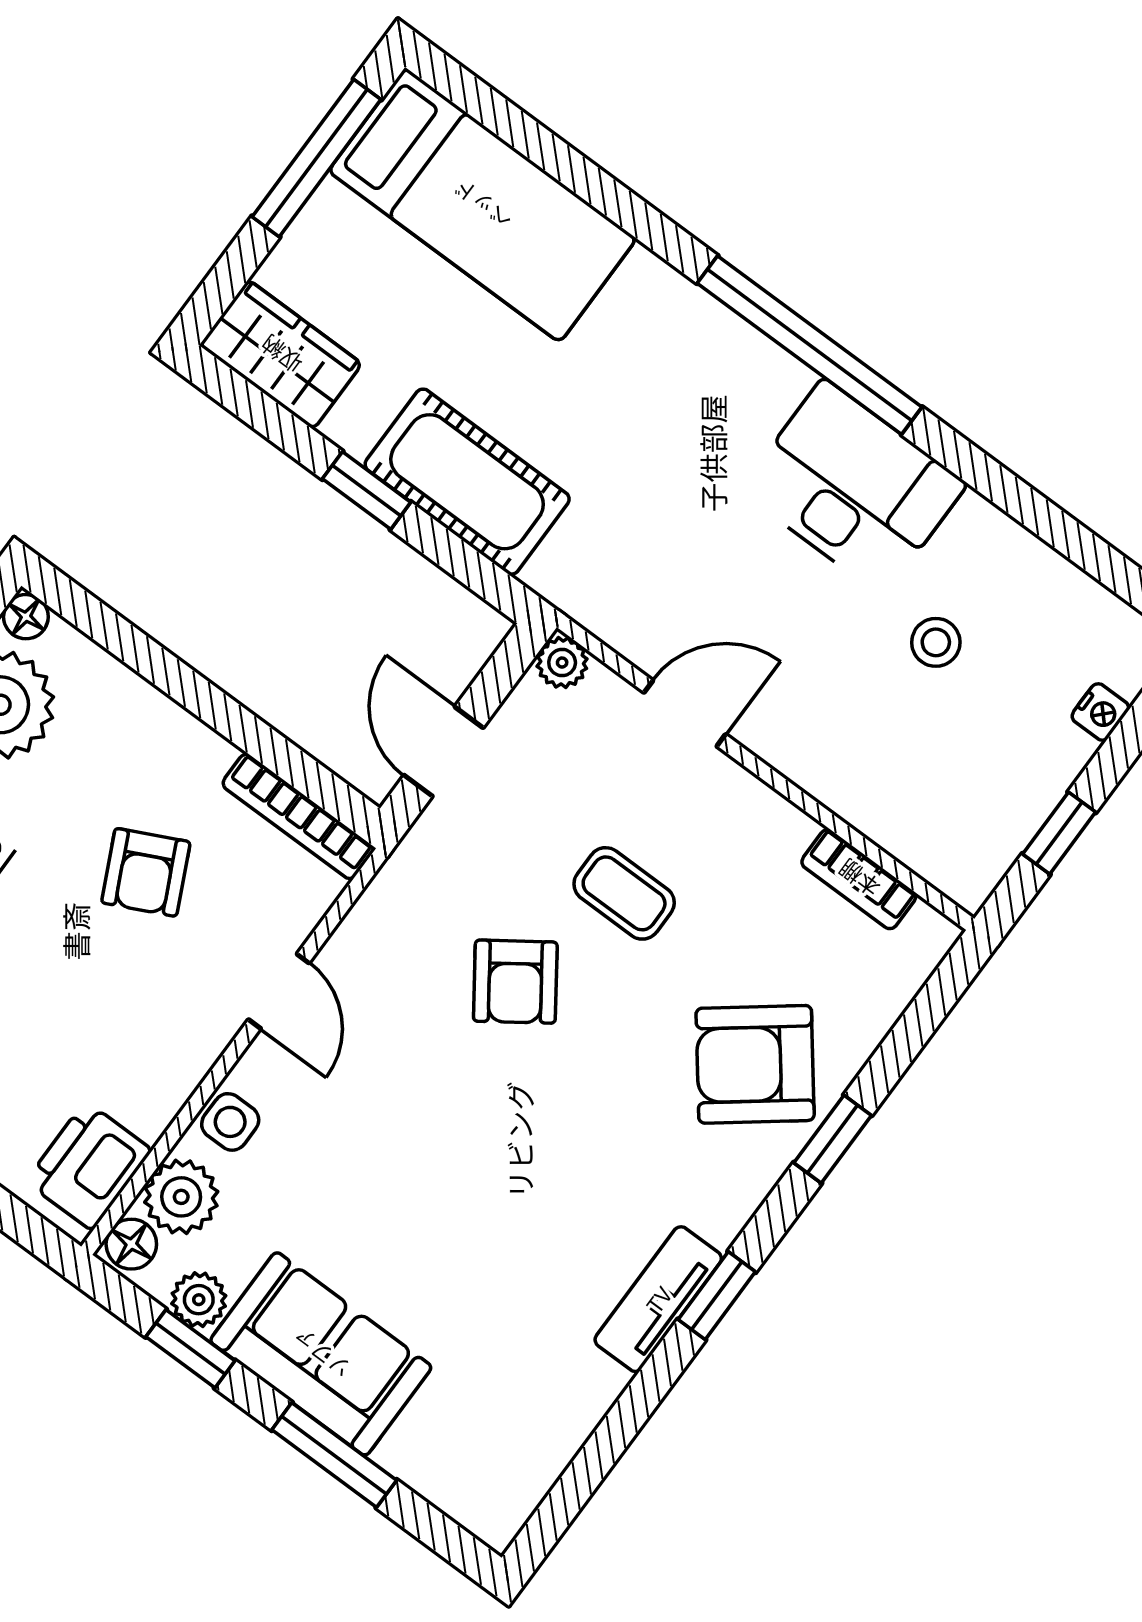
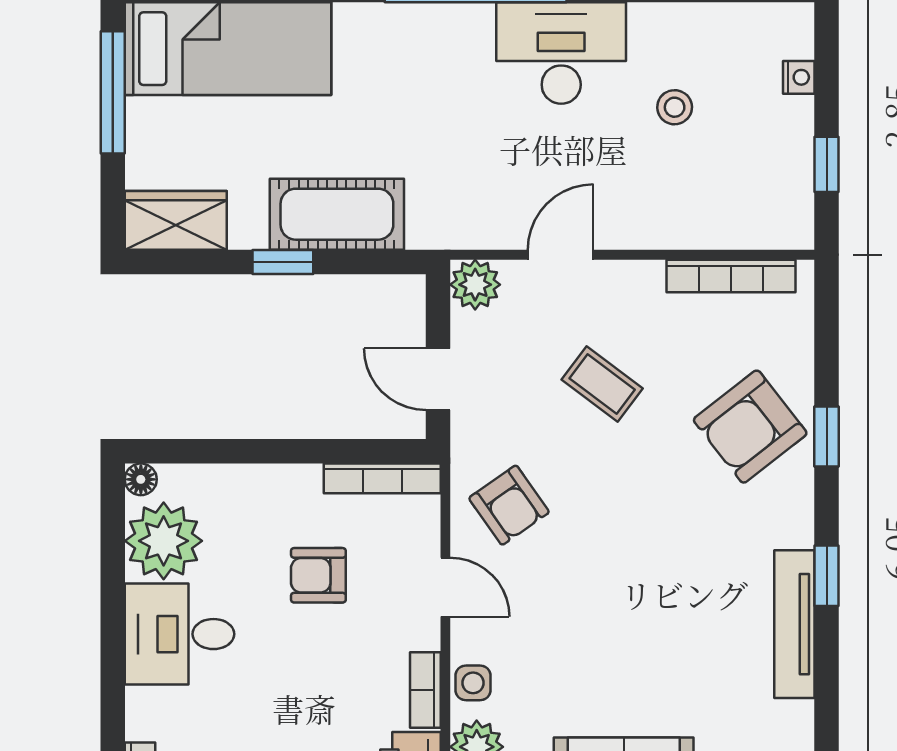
plant: (562, 663) -> (475, 285), width x1.38, depth x1.38
armchair: (146, 872) -> (318, 575), turned 116
bookcase: (859, 879) -> (731, 276), width x1.56
coffee table: (624, 893) -> (602, 384), turned 37
armchair: (515, 982) -> (509, 505), moved
bookcase: (171, 1090) -> (425, 690), added
tv unit: (658, 1299) -> (794, 624), width x1.41

